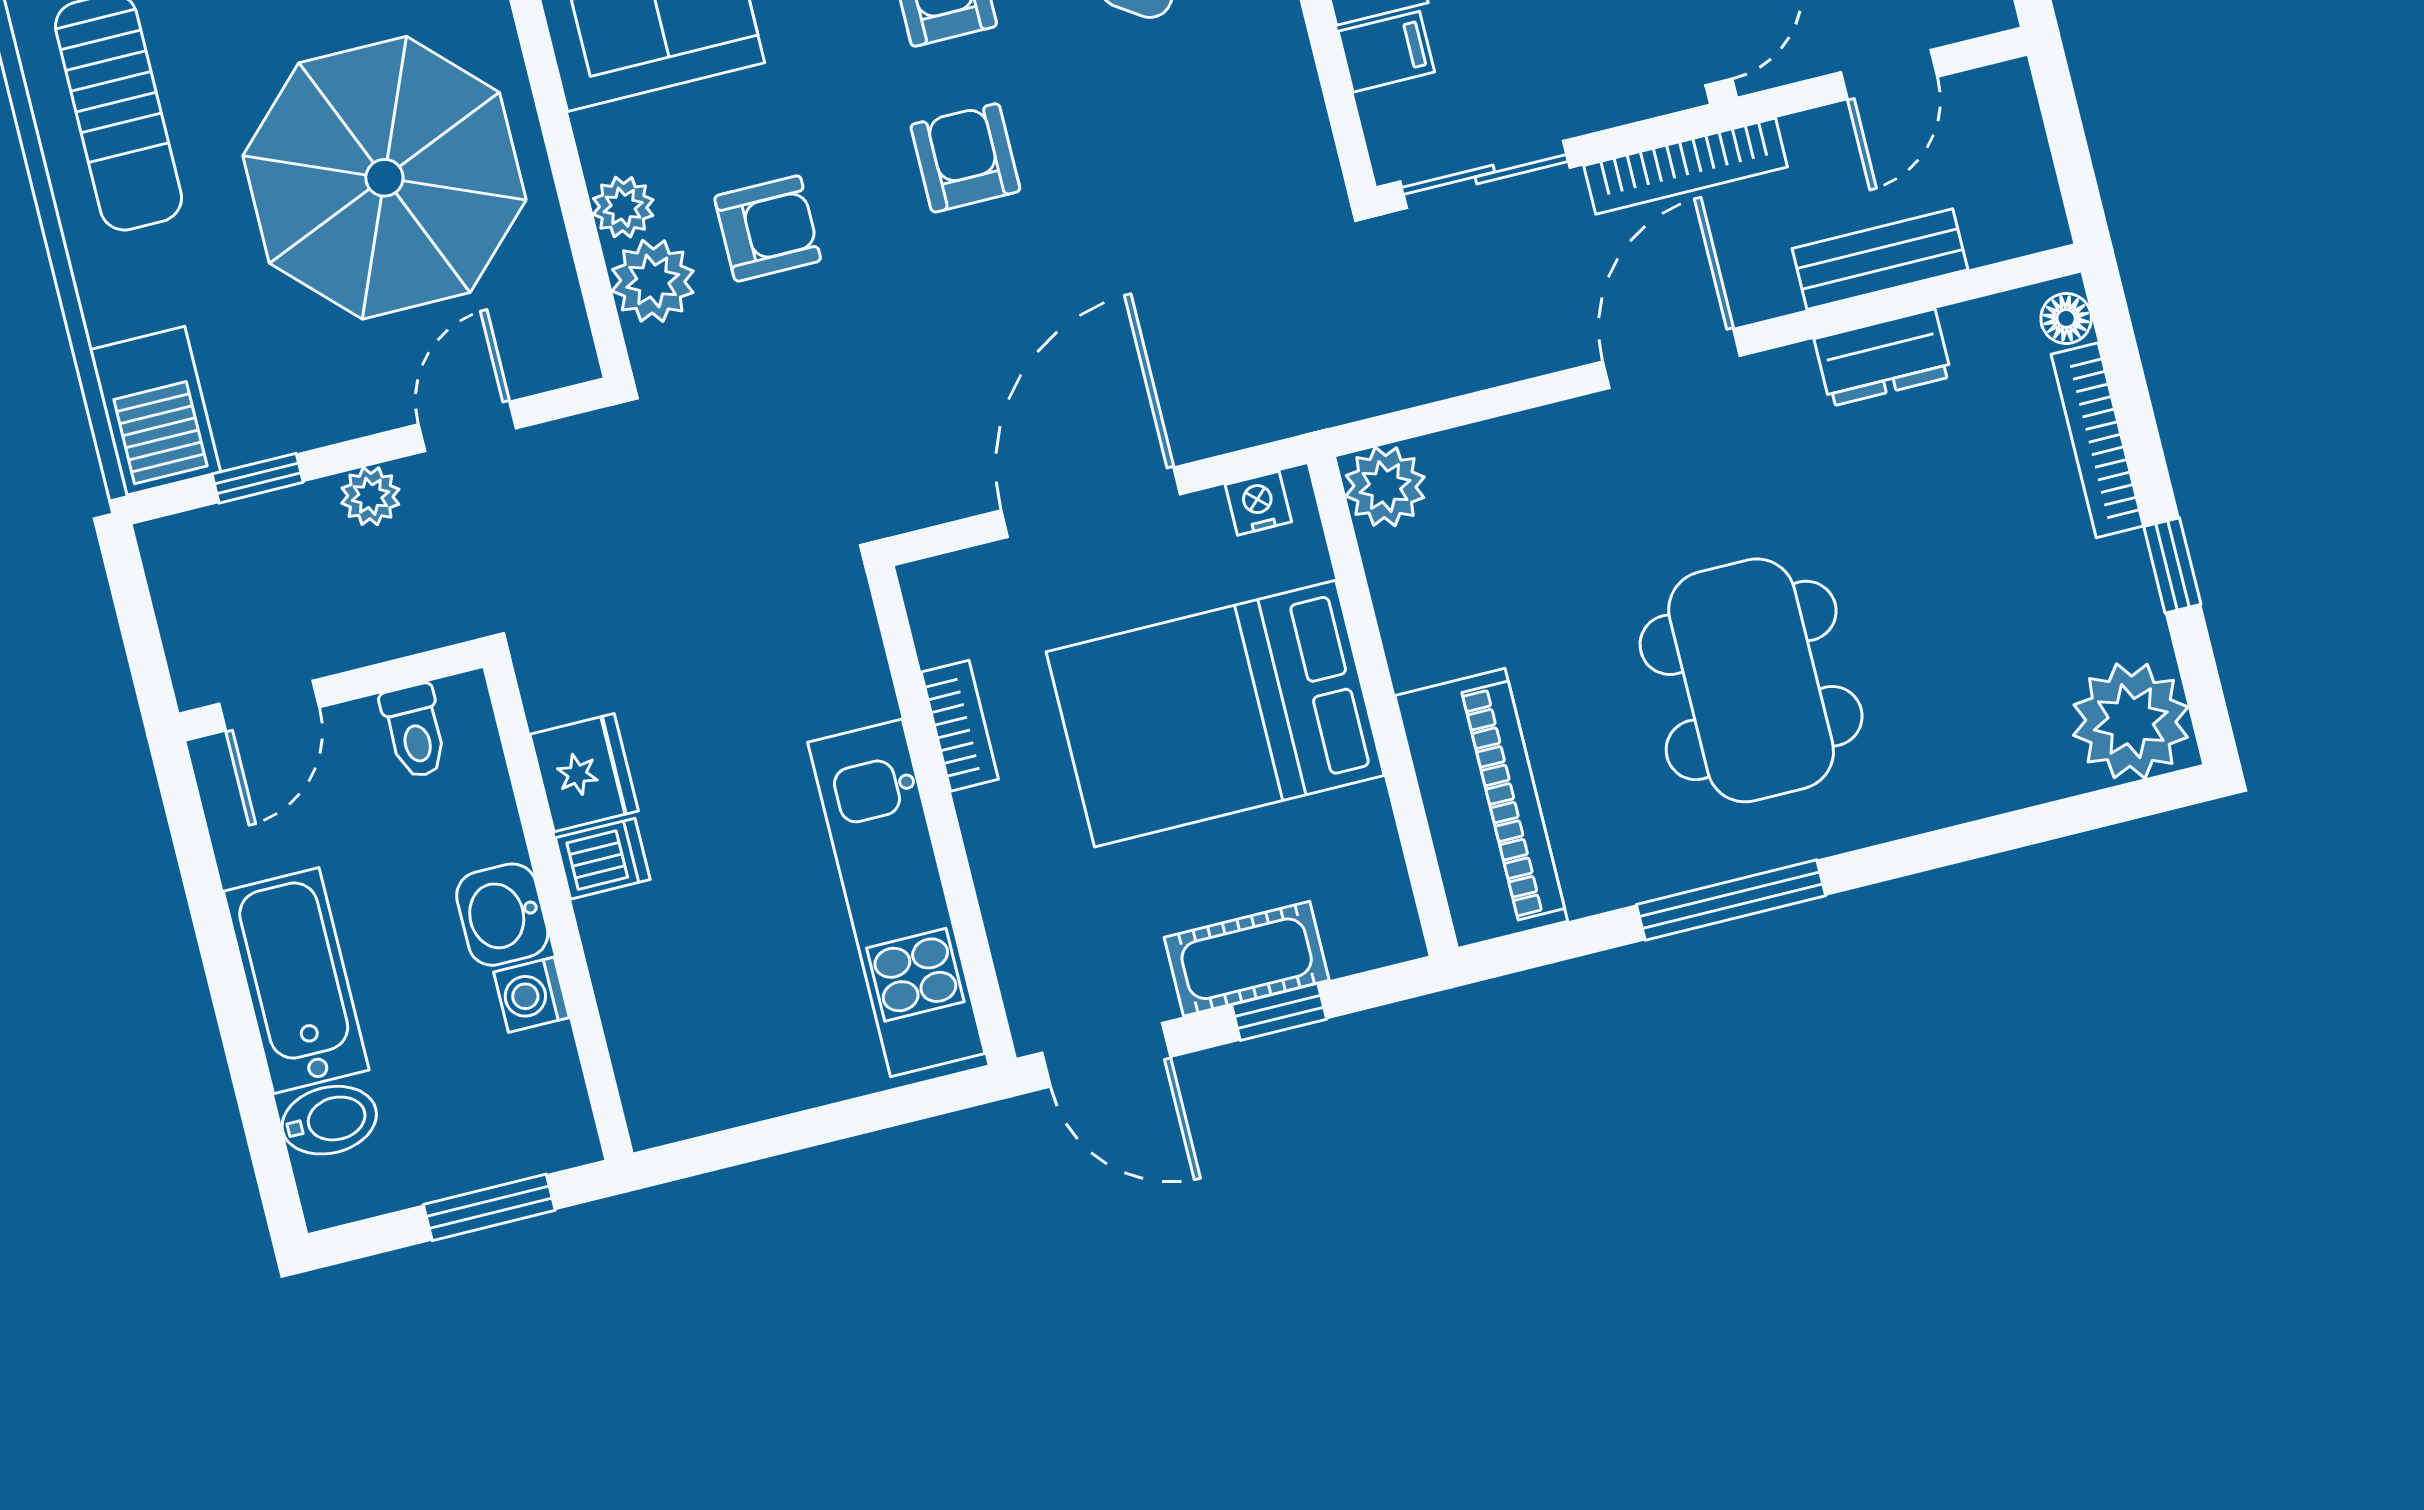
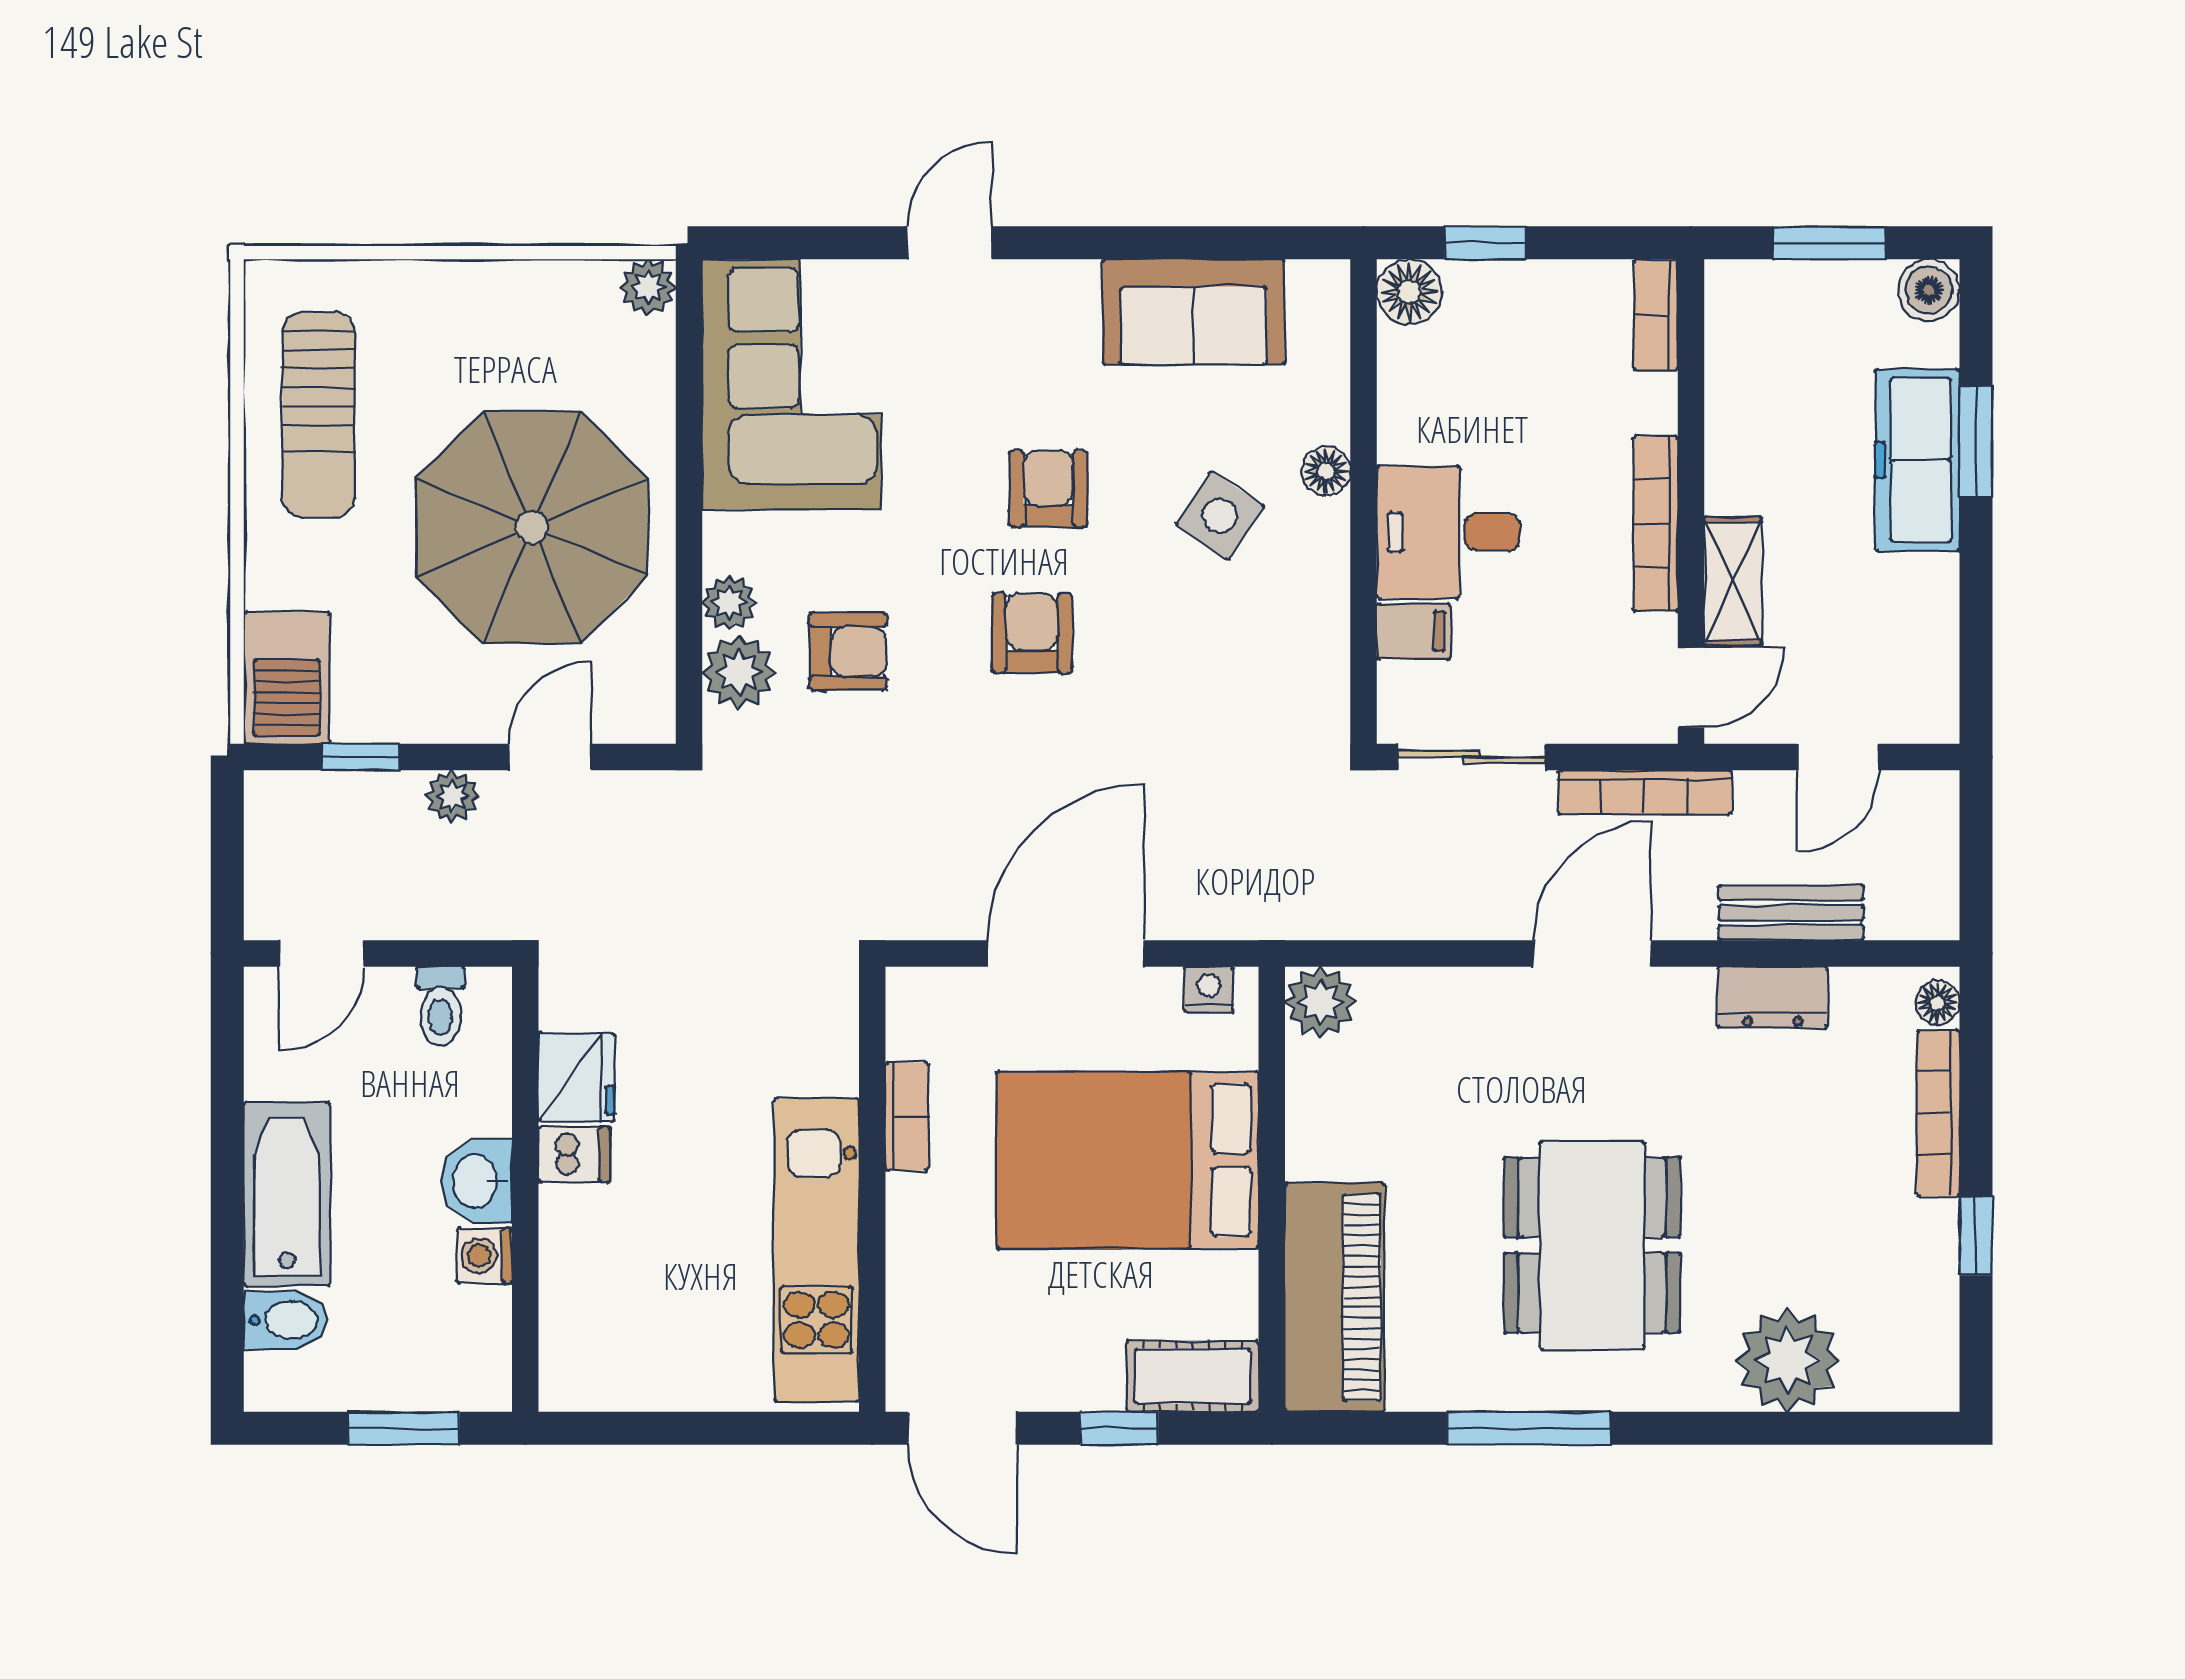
plant: (2131, 721) -> (1788, 1360), moved
cot: (1247, 959) -> (1193, 1376), moved

